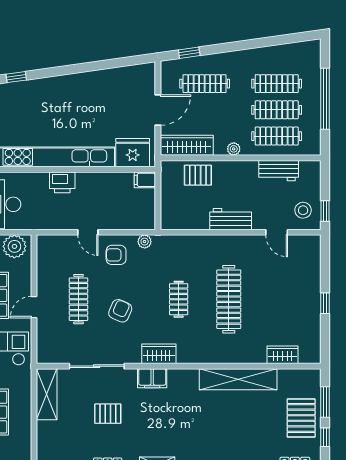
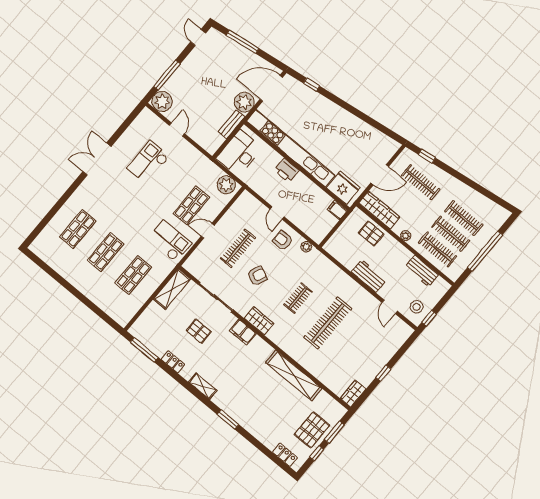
wardrobe: (283, 355) -> (353, 394), moved, turned -90

